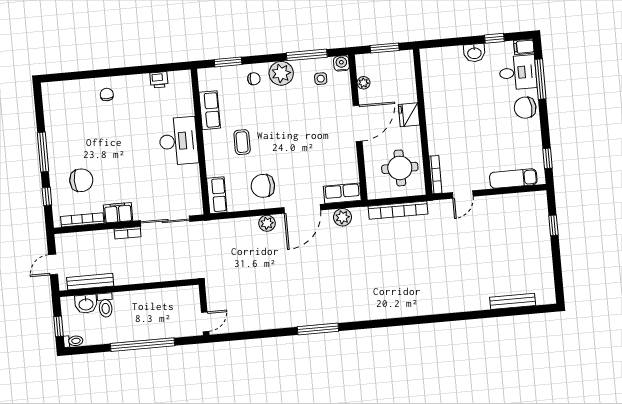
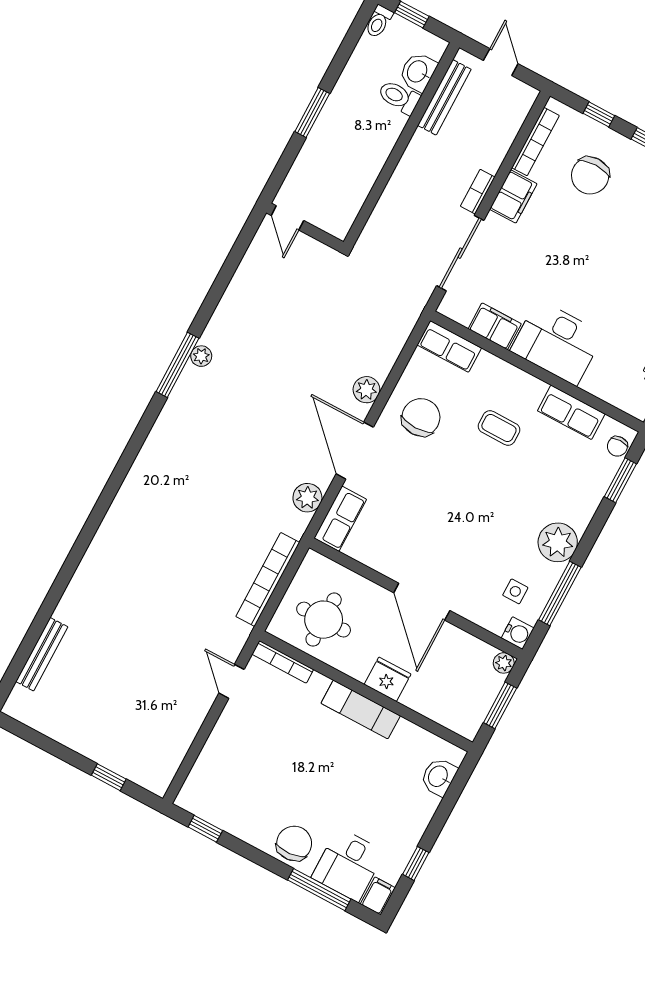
washbasin: (474, 53) -> (439, 777), moved
chair: (254, 79) -> (617, 446), moved
plant: (363, 83) -> (504, 663), moved
filing cabinet: (191, 179) -> (495, 326), added
exam couch: (513, 179) -> (361, 710), moved, turned 90
plant: (305, 320) -> (201, 356), added
window: (143, 345) -> (312, 112), width x0.47

